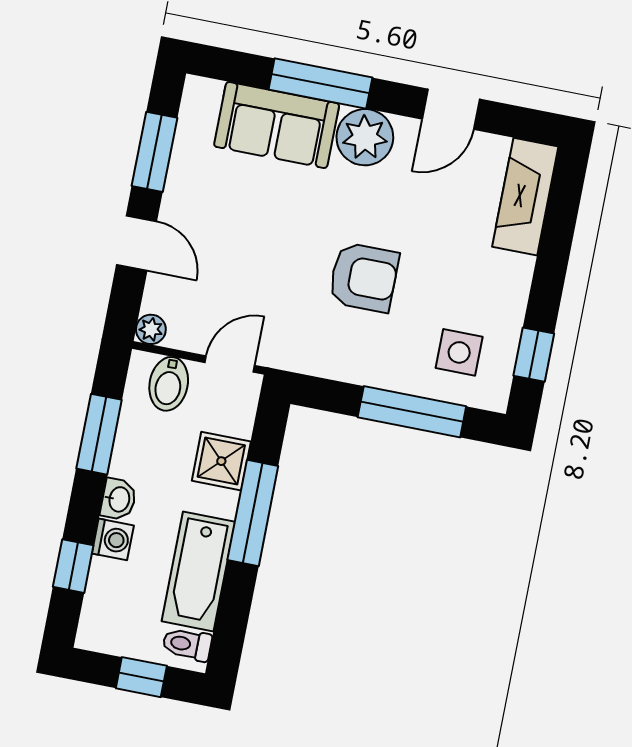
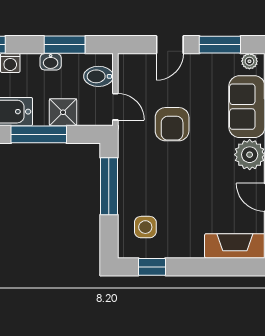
armchair: (364, 277) -> (172, 124), moved
plant: (151, 329) -> (249, 61), moved
window: (412, 412) -> (109, 186), moved
washbasin: (118, 499) -> (51, 62), moved

